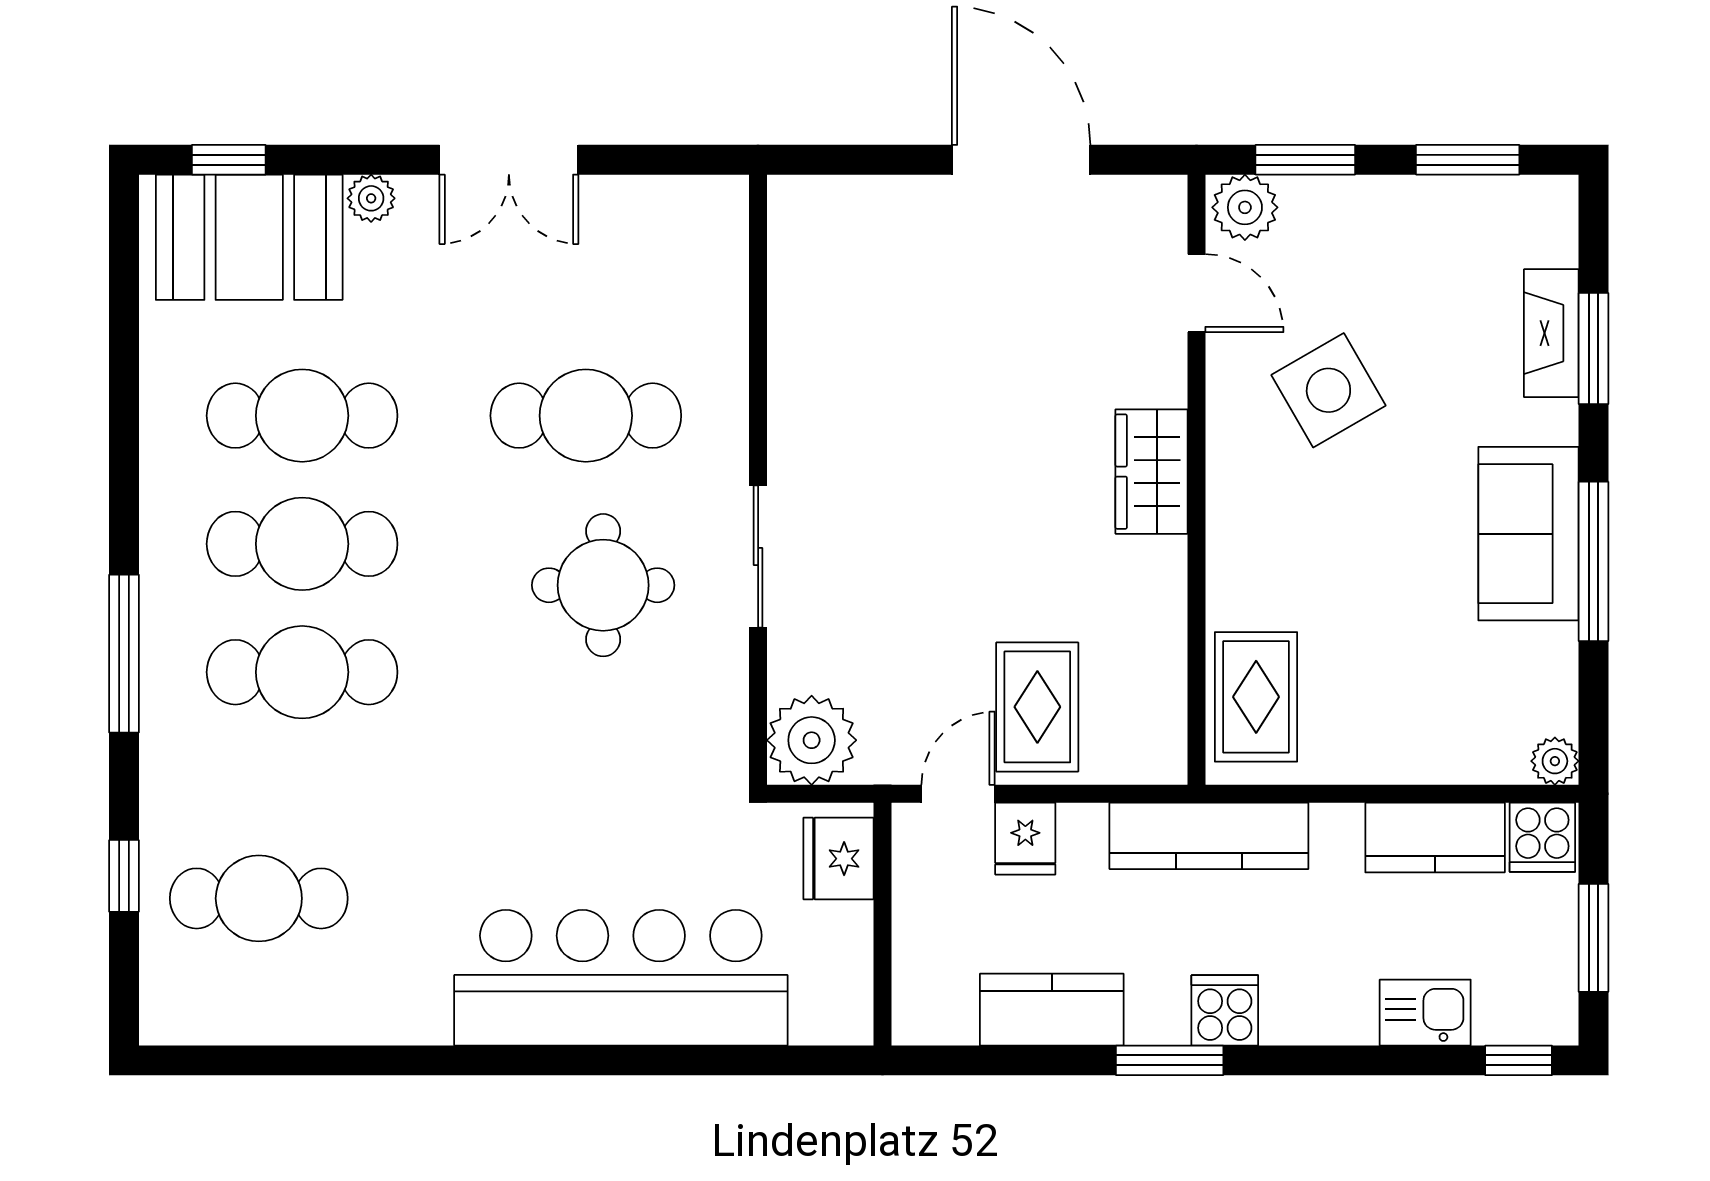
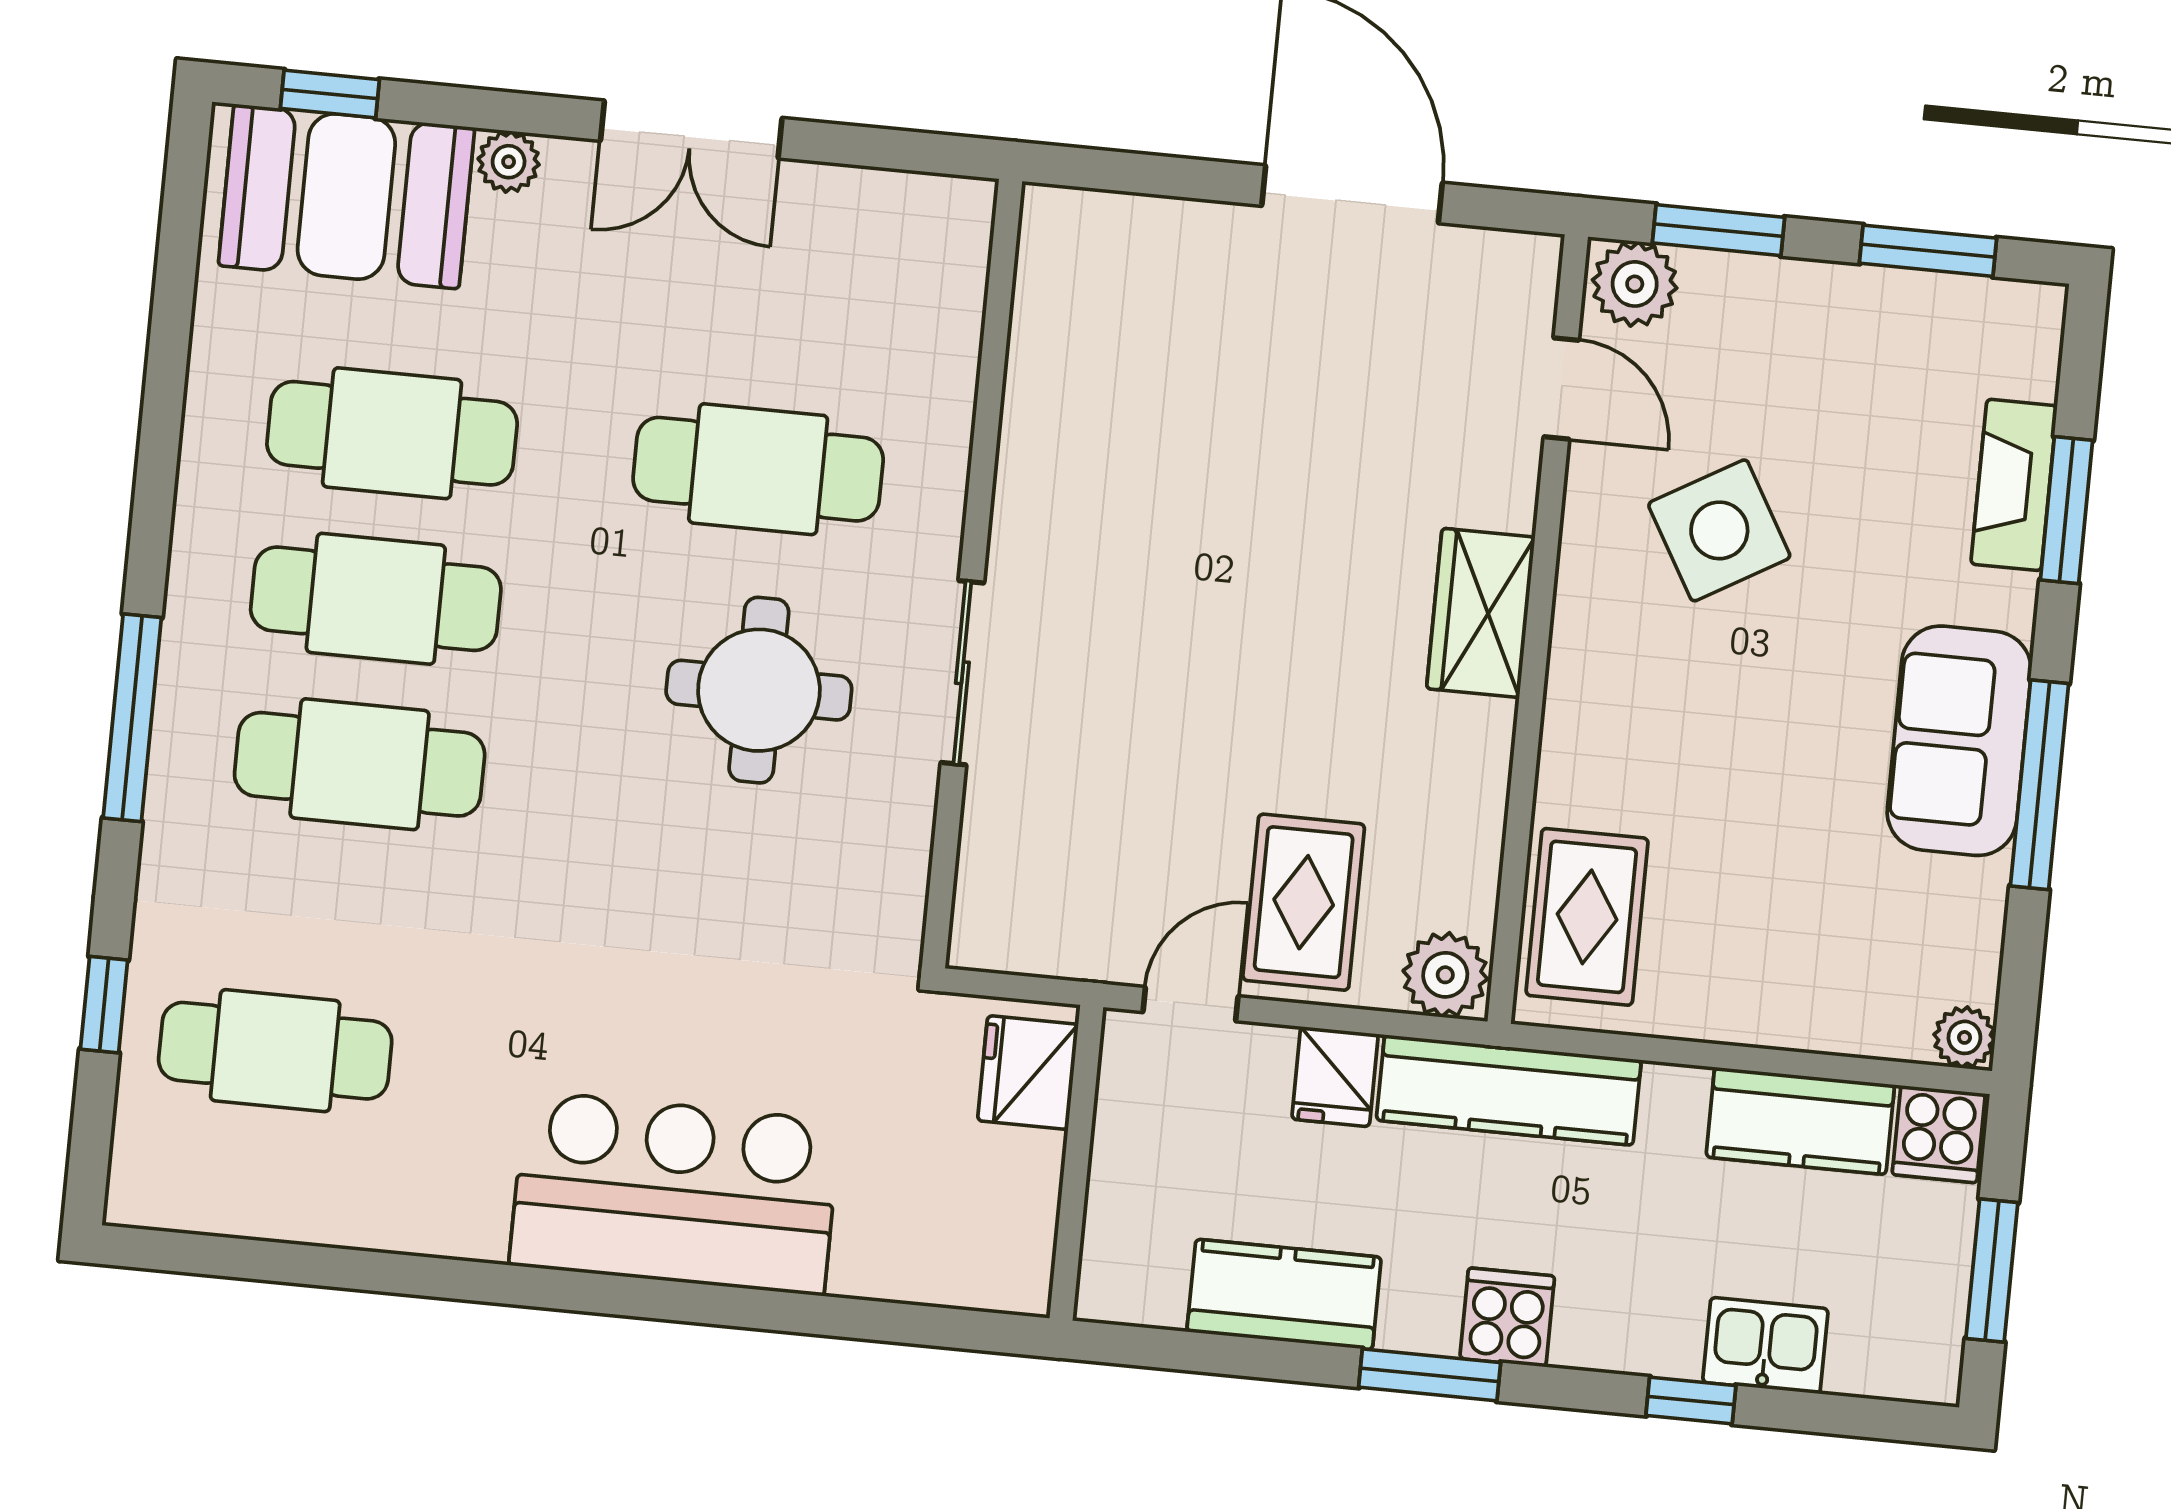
plant: (812, 740) -> (1445, 975), moved, width x0.73, depth x0.73
fridge: (1025, 839) -> (1335, 1077), moved
bar counter: (621, 978) -> (675, 1193), width x0.73
window: (1519, 1060) -> (1691, 1400), moved

